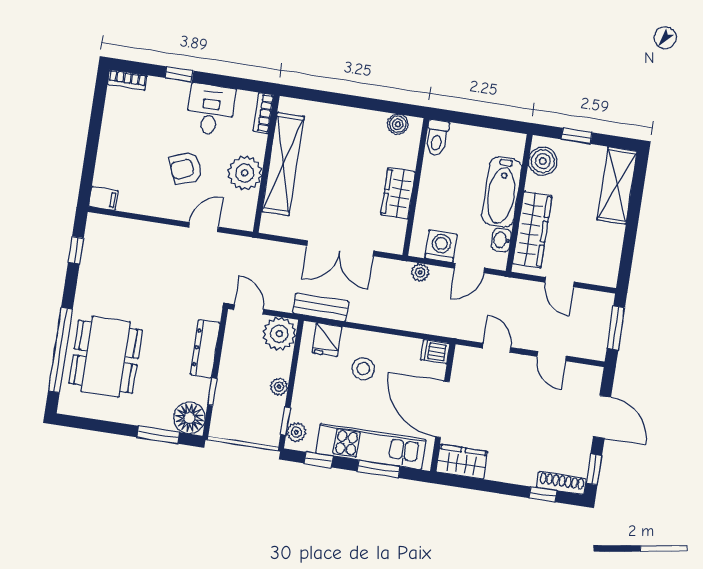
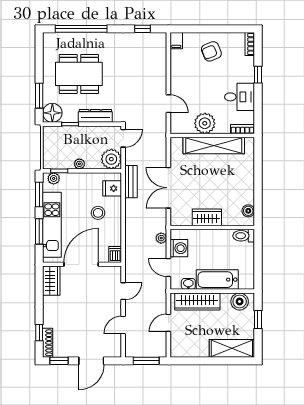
armchair: (186, 168) -> (211, 51), moved, turned -90
dining table: (106, 357) -> (79, 74), moved
window: (319, 460) -> (39, 194), width x1.50

